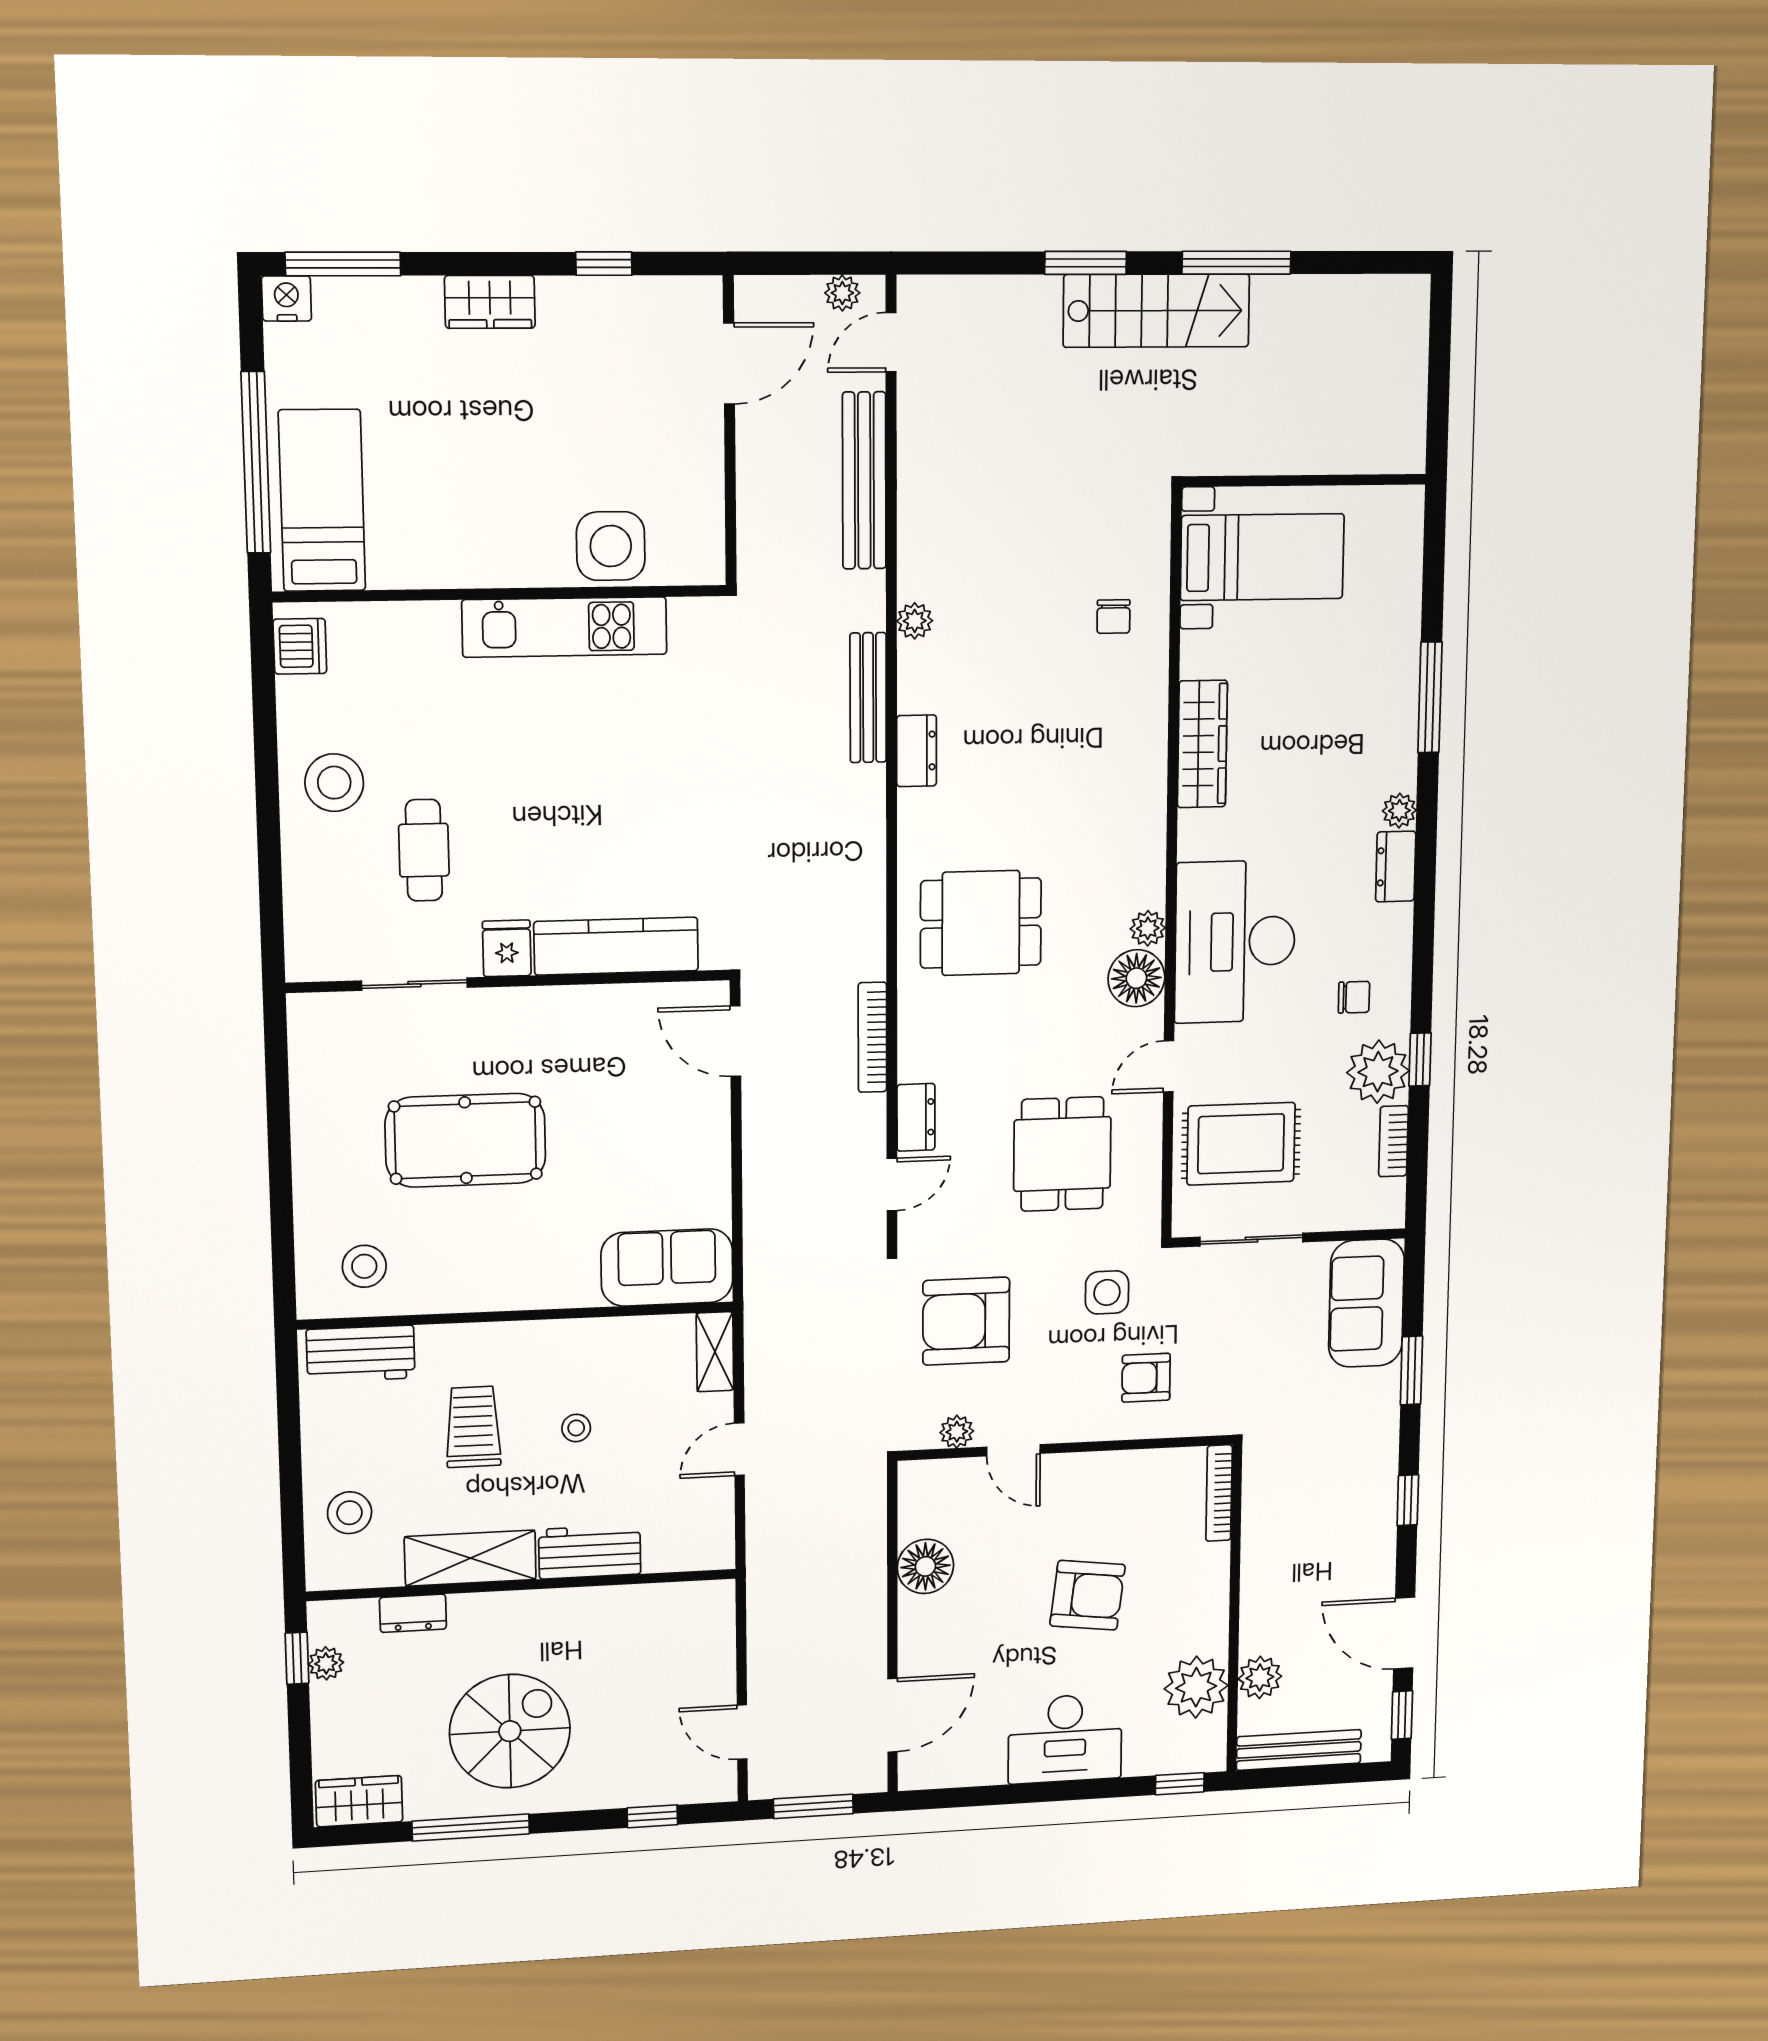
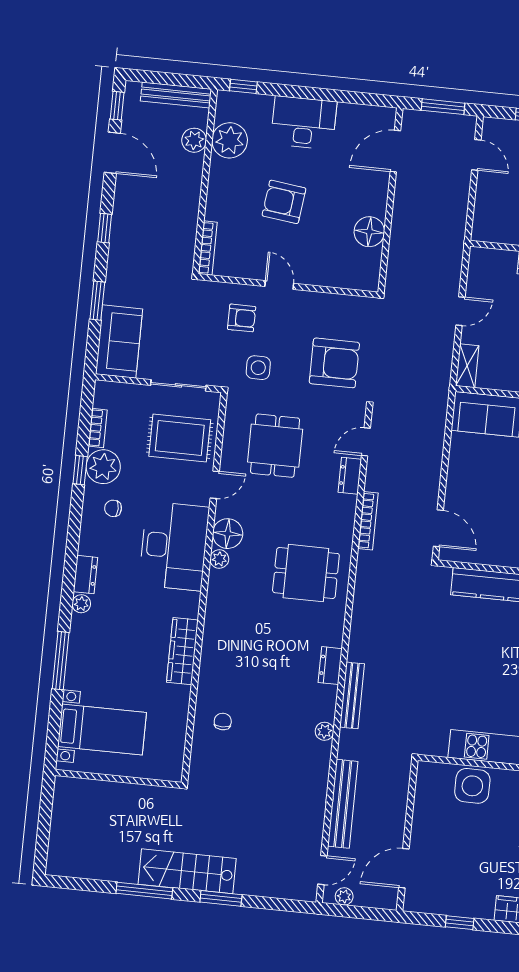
bed with nightstands: (1262, 557) -> (102, 730), moved, turned 180
plant: (957, 1432) -> (345, 303), removed
door: (1013, 1450) -> (279, 285), moved

